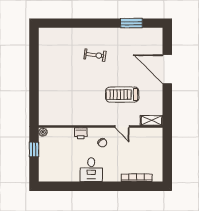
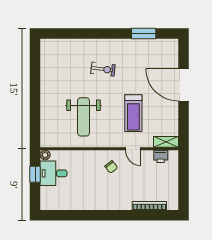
treadmill: (122, 95) -> (133, 113), turned -90
weight bench: (77, 98) -> (83, 117), added
printer: (81, 133) -> (161, 156), moved
desk: (91, 170) -> (53, 173), moved, turned 90

